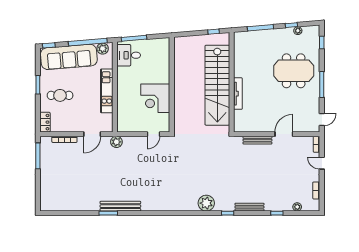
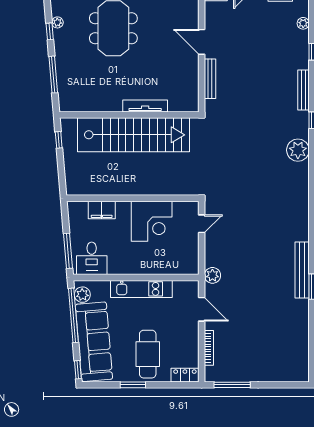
filing cabinet: (163, 62) -> (102, 210), added
cafe table: (60, 95) -> (148, 354), width x1.37, depth x1.35
door: (153, 134) -> (202, 224), hinge flipped

